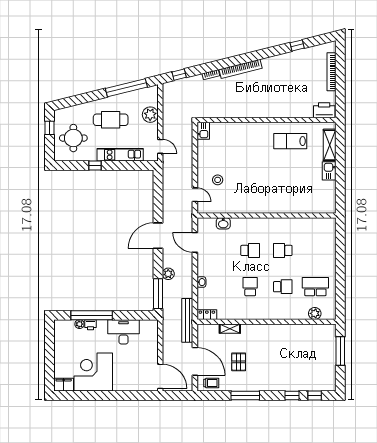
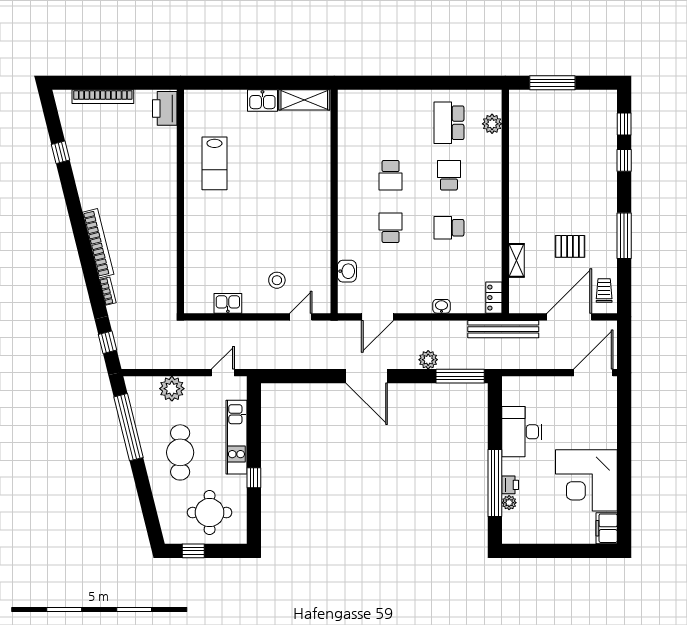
kitchen sink: (203, 131) -> (228, 303), moved
shelving: (330, 145) -> (304, 100), moved

